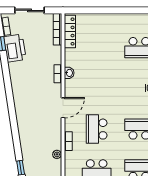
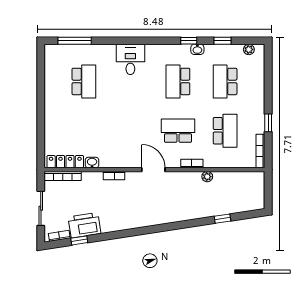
washbasin: (69, 73) -> (92, 163), moved
school desk: (97, 129) -> (178, 131), turned 180

